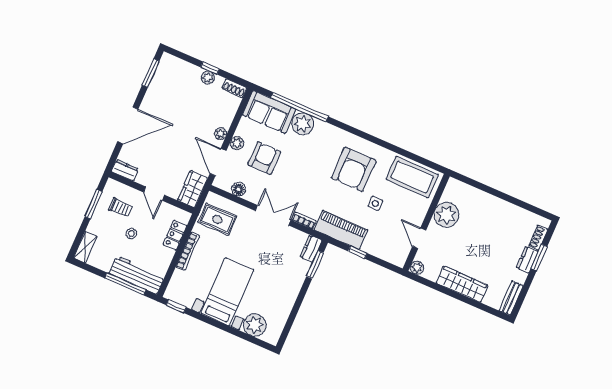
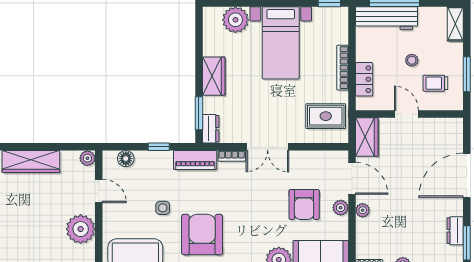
dresser: (125, 170) -> (455, 231), moved, turned 90
floor lamp: (239, 189) -> (126, 159), moved
piano: (341, 230) -> (195, 160), width x0.73, depth x0.75
wardrobe: (291, 289) -> (214, 76), added

